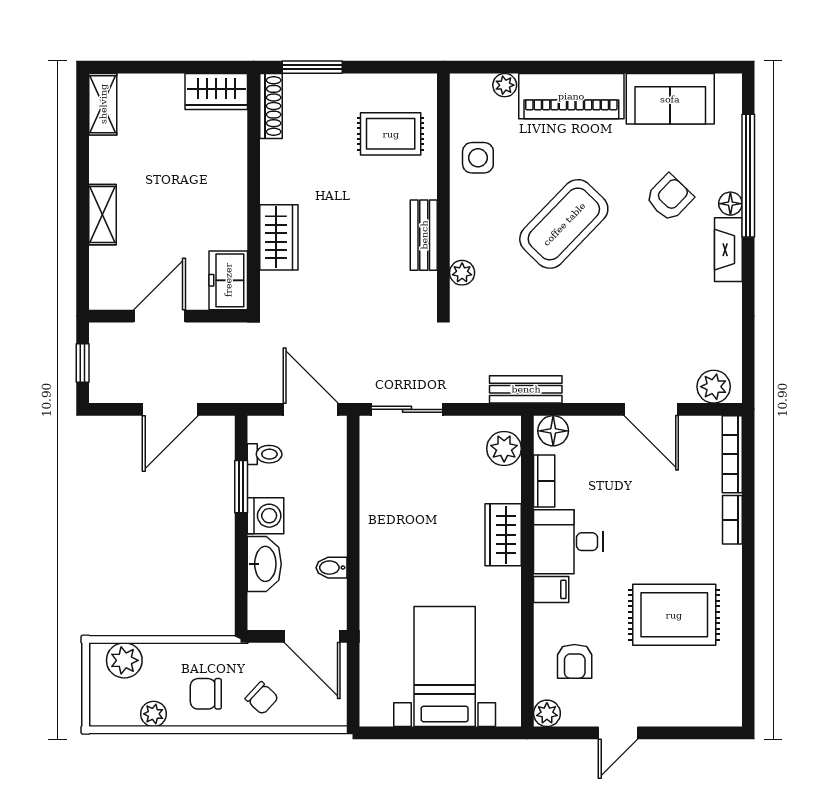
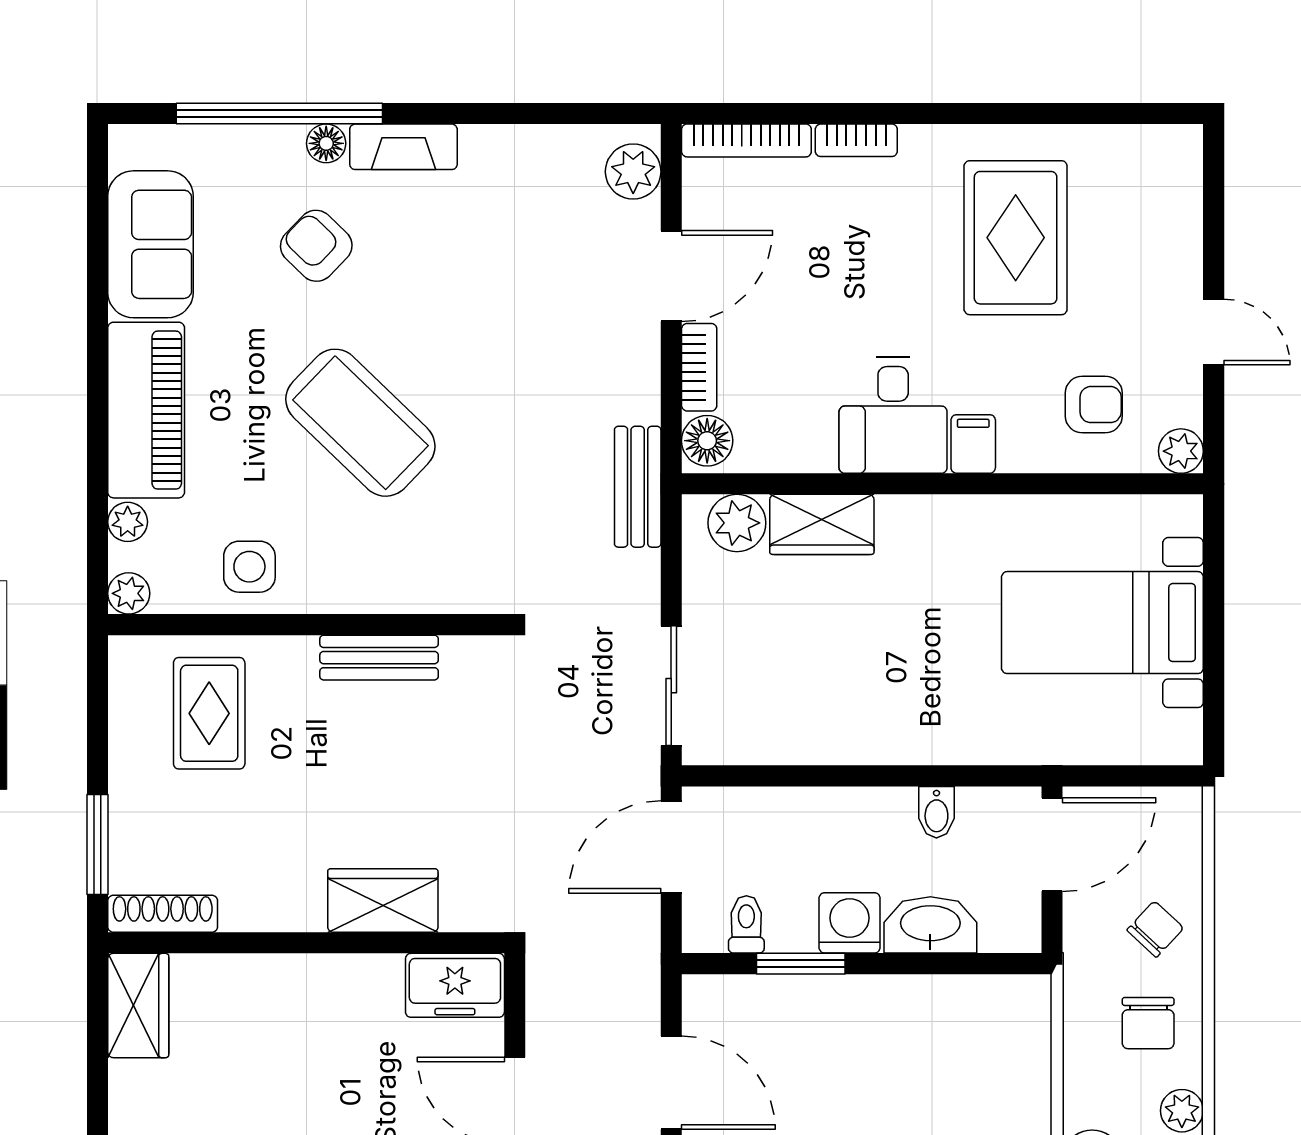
plant: (462, 273) -> (129, 593), moved
bookcase: (544, 481) -> (699, 367), moved, turned 90
wardrobe: (503, 535) -> (822, 524), moved

